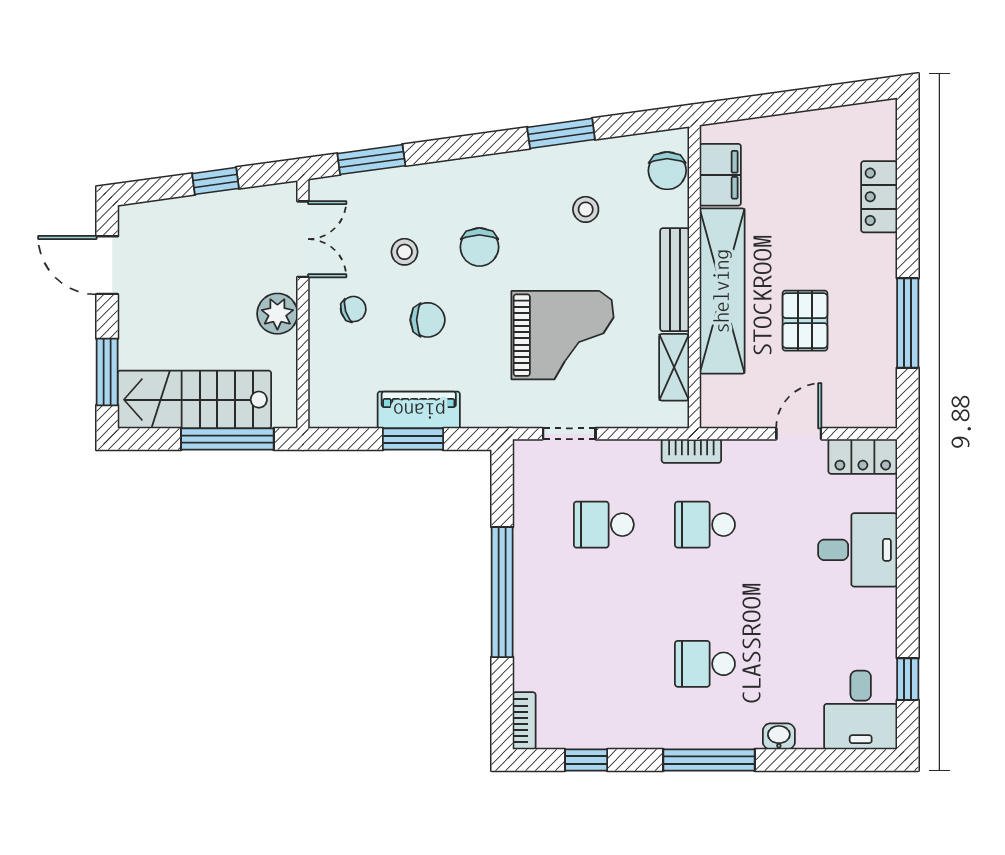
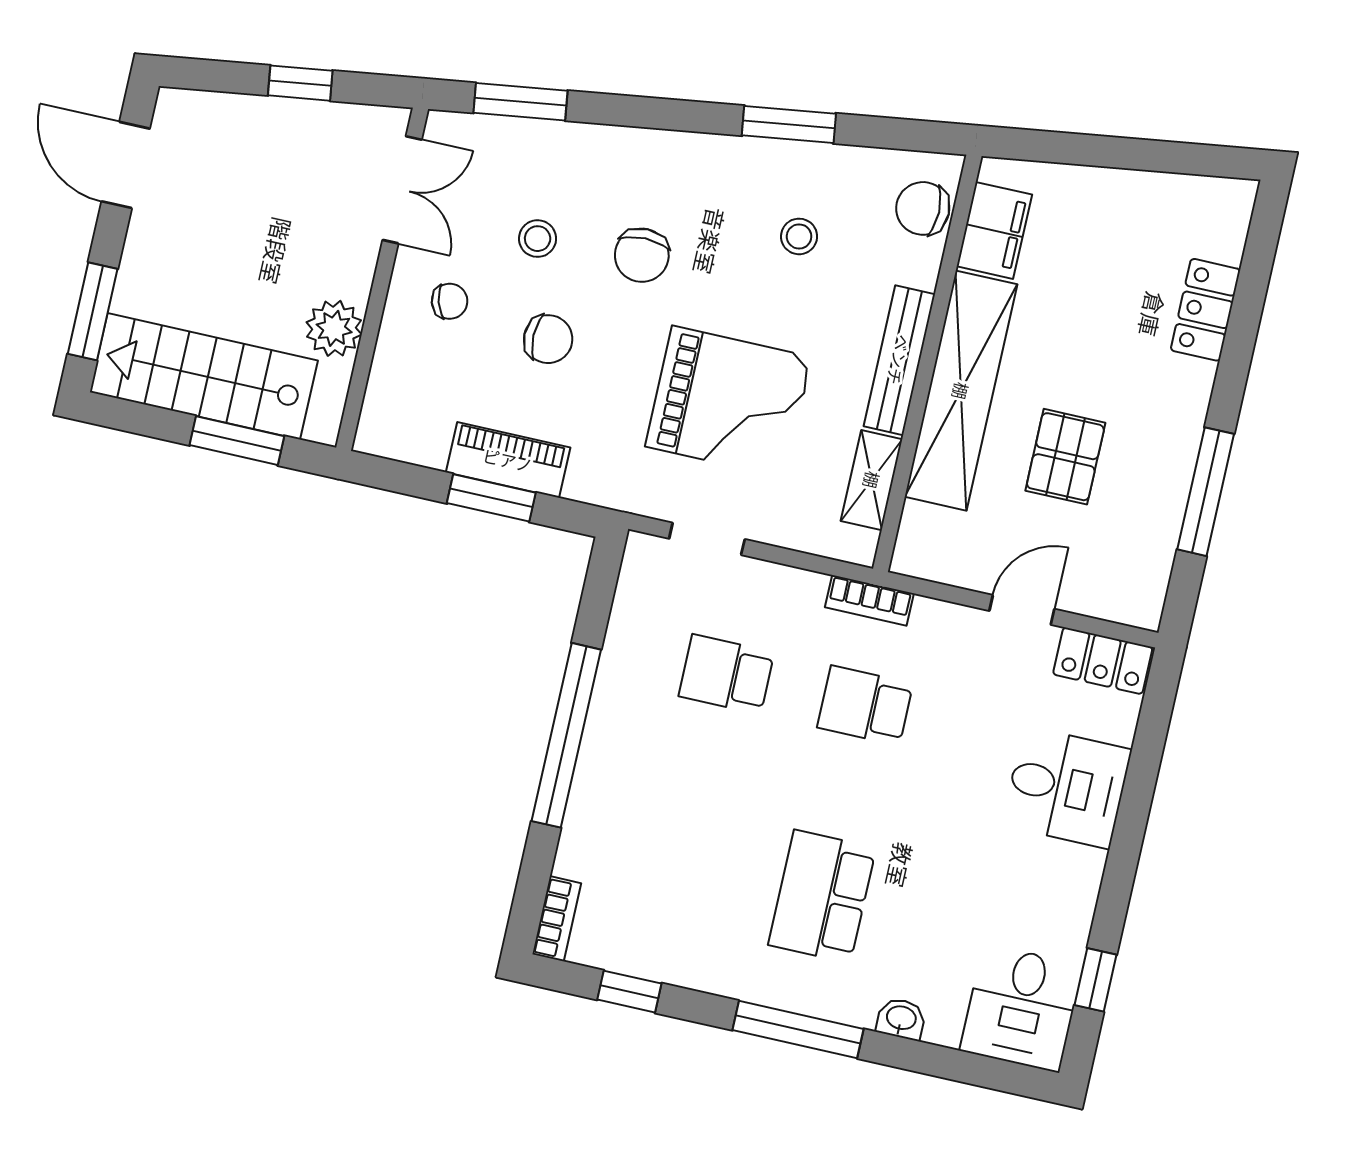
chair: (667, 171) -> (923, 208), turned 90
plant: (277, 314) -> (334, 328), moved
window: (227, 439) -> (237, 441), width x0.69
school desk: (705, 664) -> (822, 896), width x1.85

